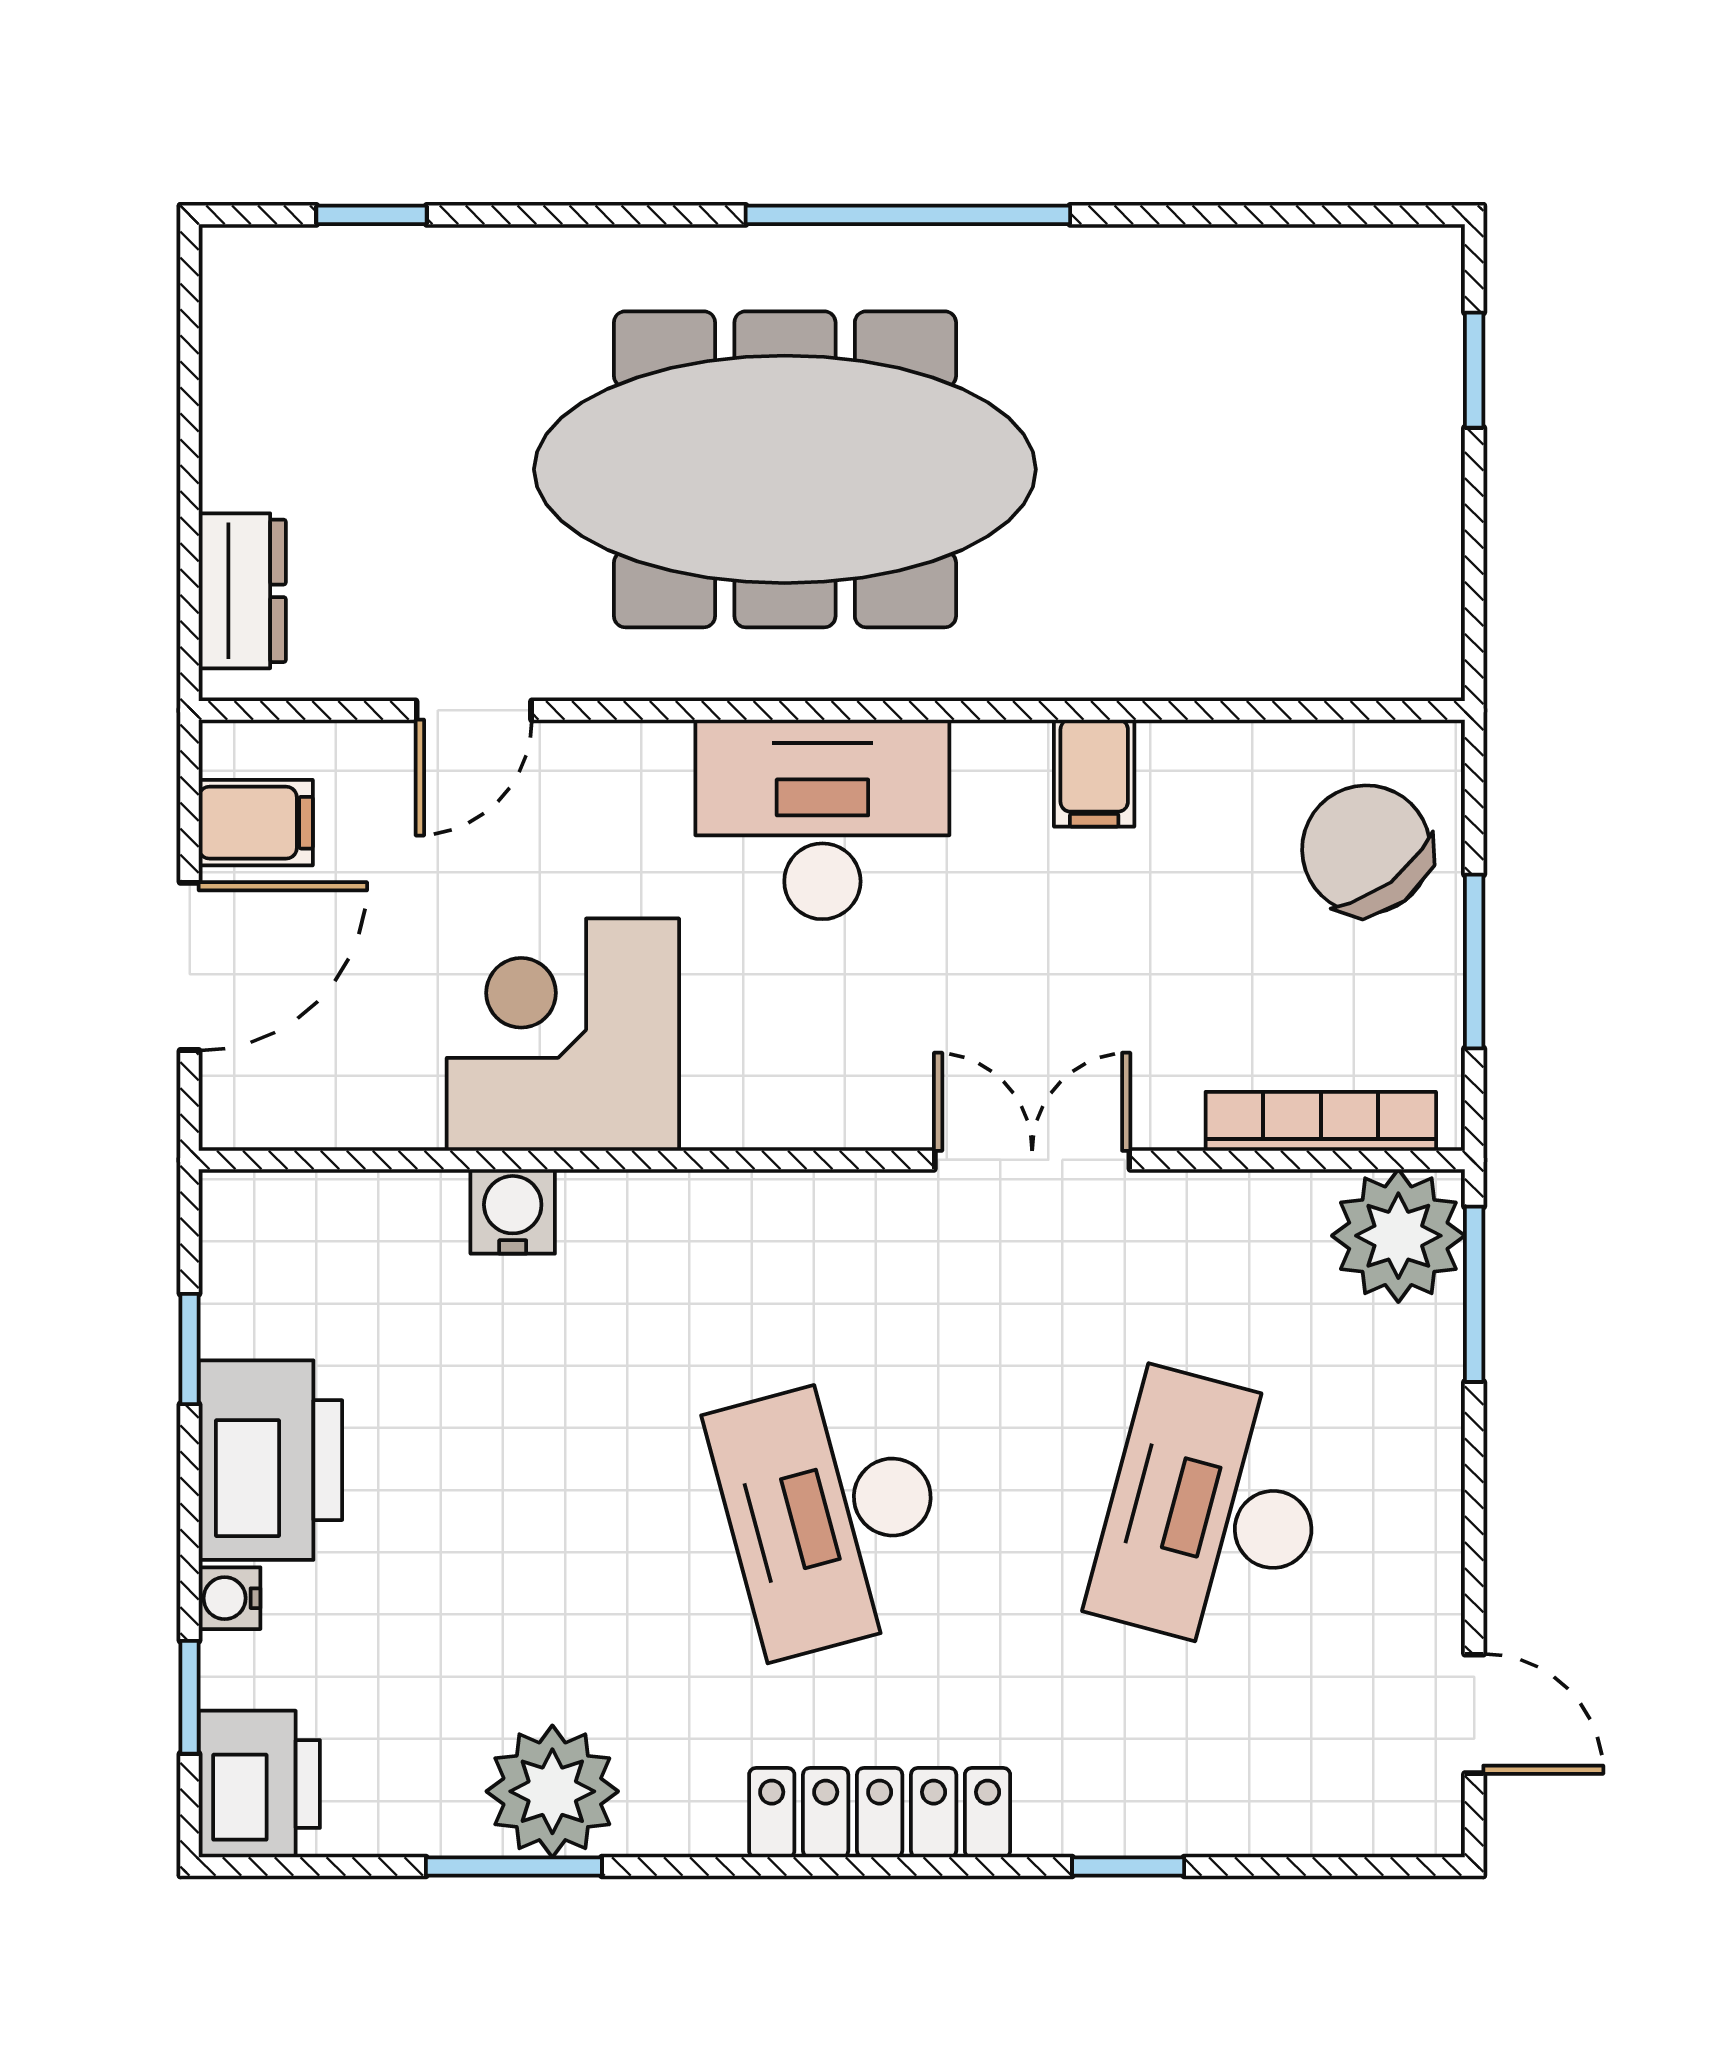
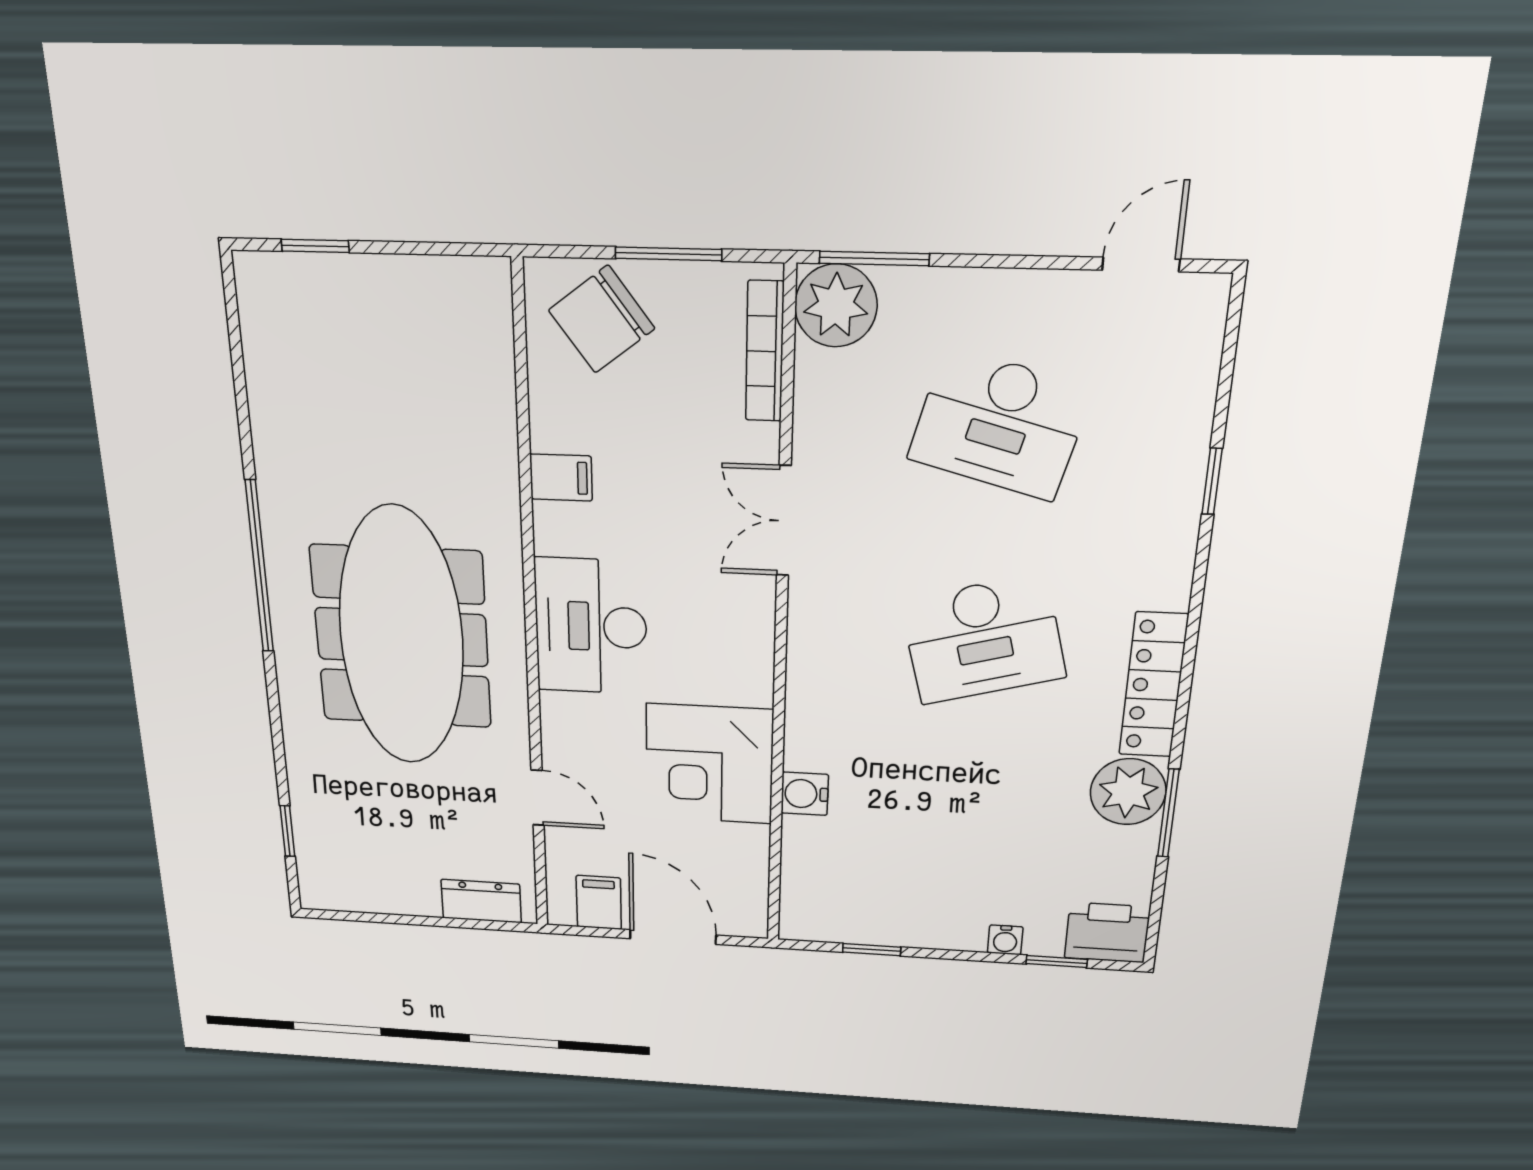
printer: (270, 1460) -> (933, 916), removed
locker: (880, 1813) -> (1153, 685), moved

